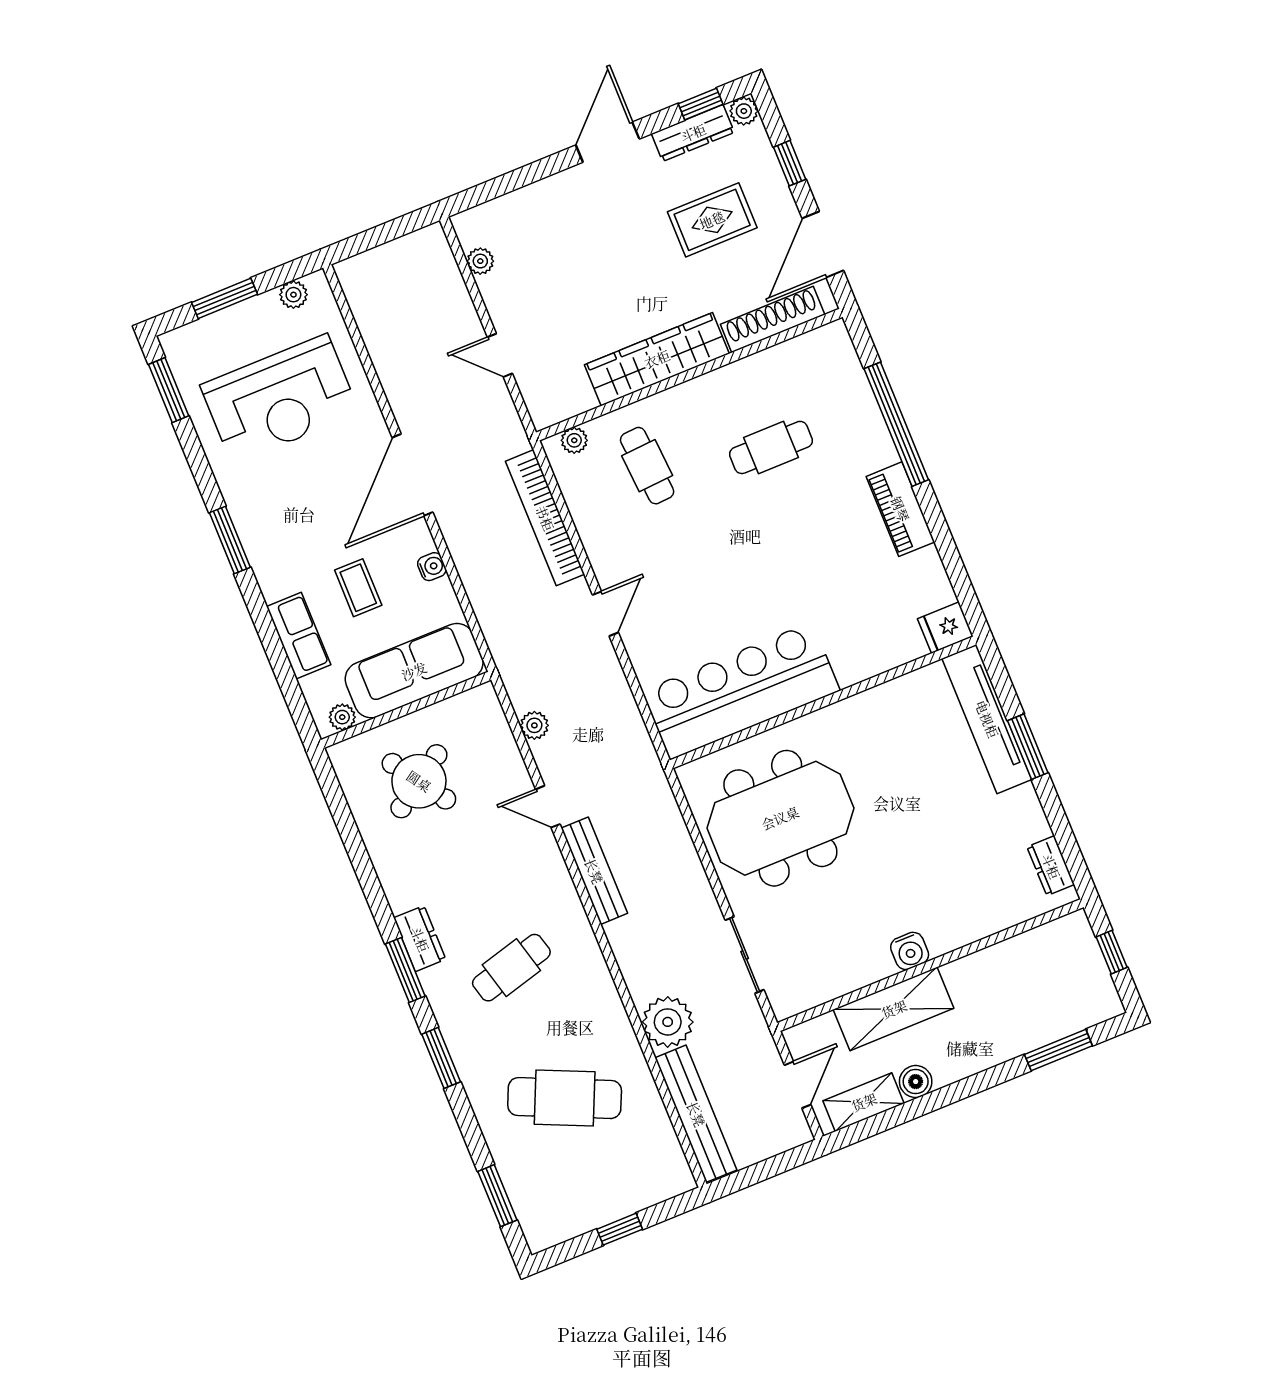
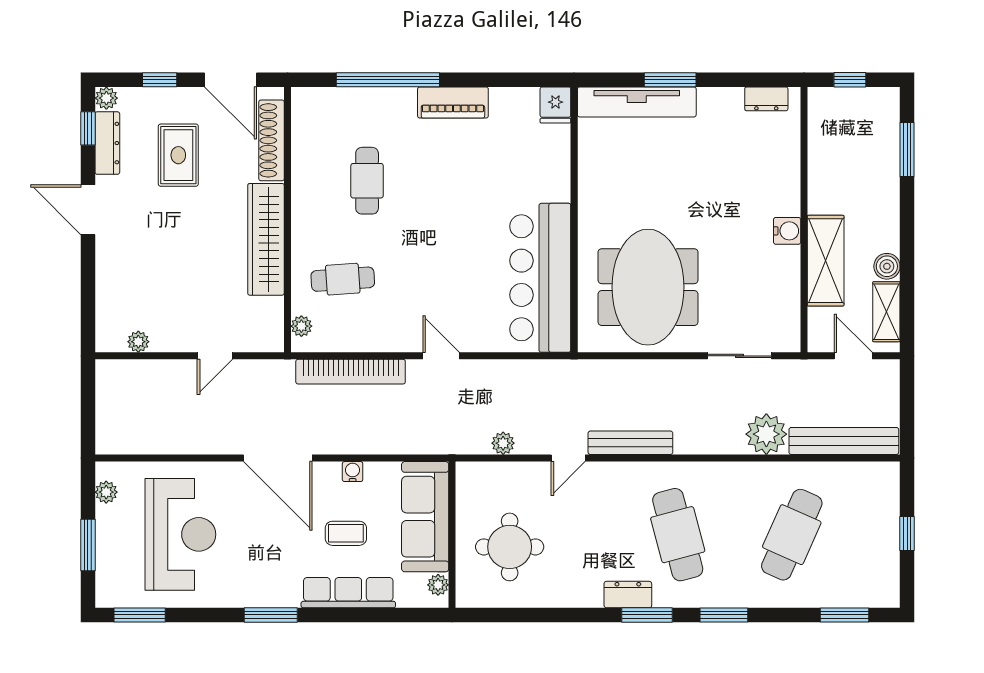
row of seats: (299, 636) -> (348, 593), width x1.48
round table: (419, 781) -> (510, 547), turned 34
cafe table: (511, 968) -> (678, 535), width x1.37, depth x1.35

